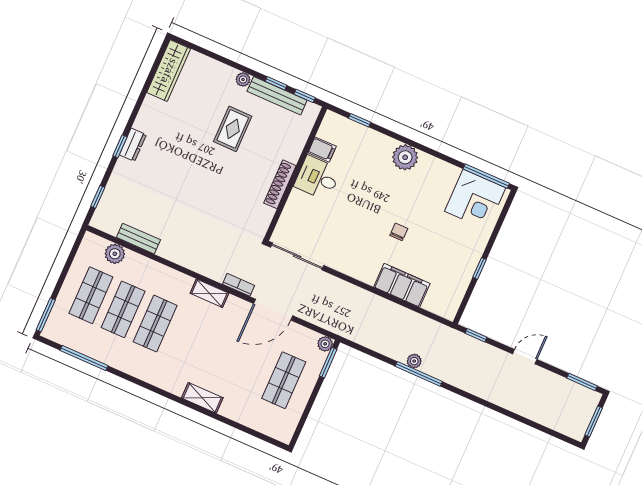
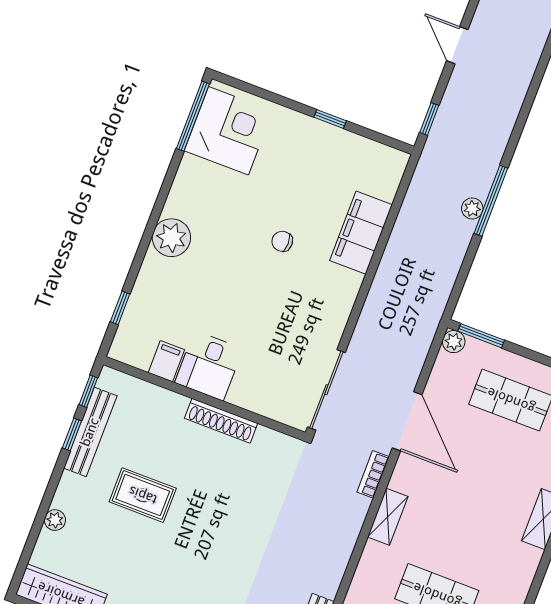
plant: (243, 79) -> (55, 520), moved

